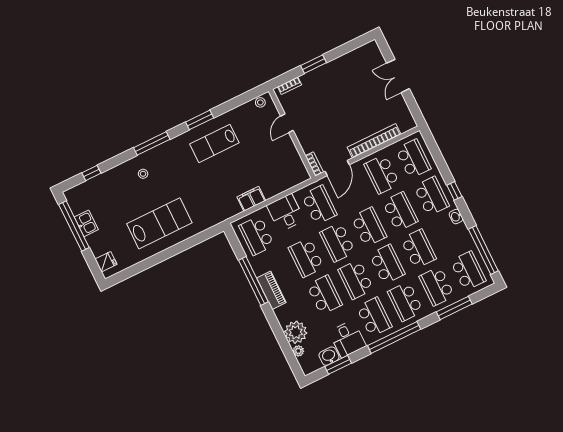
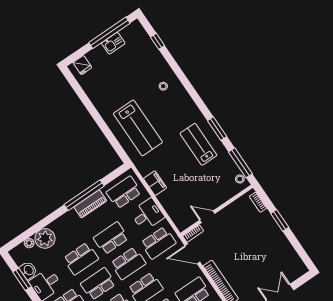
door: (287, 123) -> (207, 217), moved
window: (152, 143) -> (240, 163), moved
lab bench: (159, 223) -> (138, 128), moved
school desk: (337, 242) -> (128, 263), turned 180
piano: (271, 290) -> (90, 204), moved

